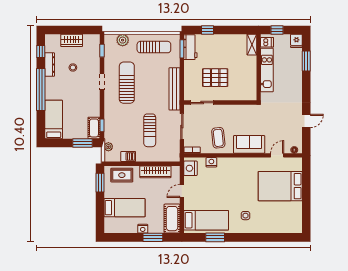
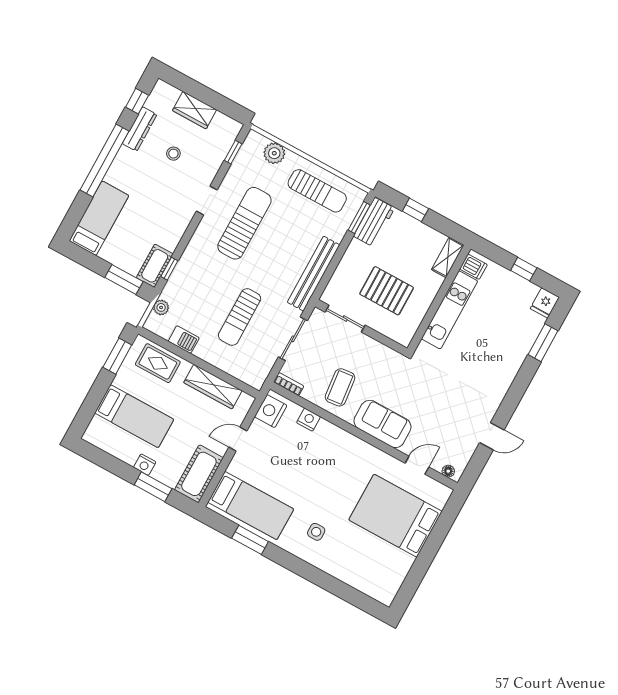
dishwasher: (267, 42) -> (473, 267), moved
shelving: (252, 45) -> (448, 257), moved
wall: (259, 67) -> (439, 298), moved
kitchen unit: (267, 70) -> (450, 310), moved

